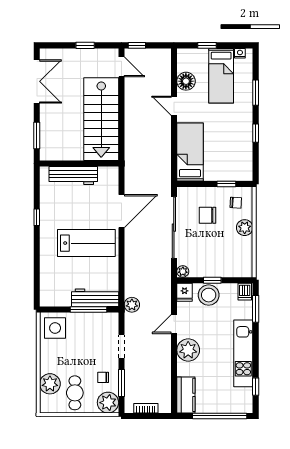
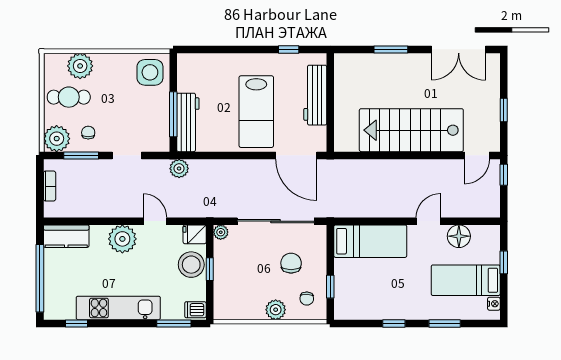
wall: (79, 164) -> (330, 102), moved
workbench: (73, 175) -> (315, 95), moved

